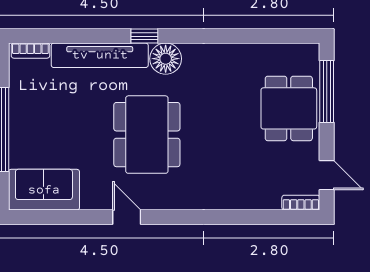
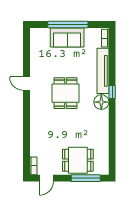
dining table: (147, 135) -> (66, 93), width x0.73
sofa: (44, 190) -> (67, 37), moved, turned 90
door: (127, 217) -> (26, 84), swing flipped

